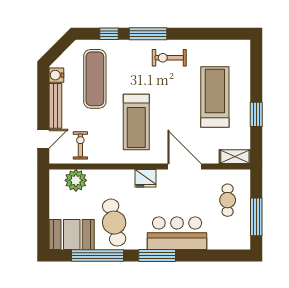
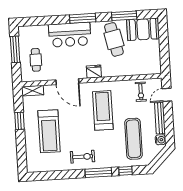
plant: (76, 180) -> (143, 67), removed
window: (97, 255) -> (124, 16), width x0.68

